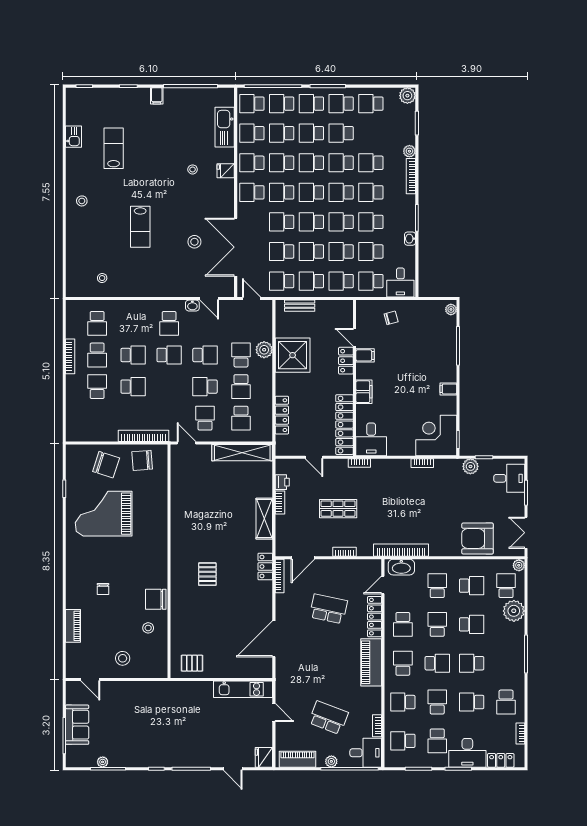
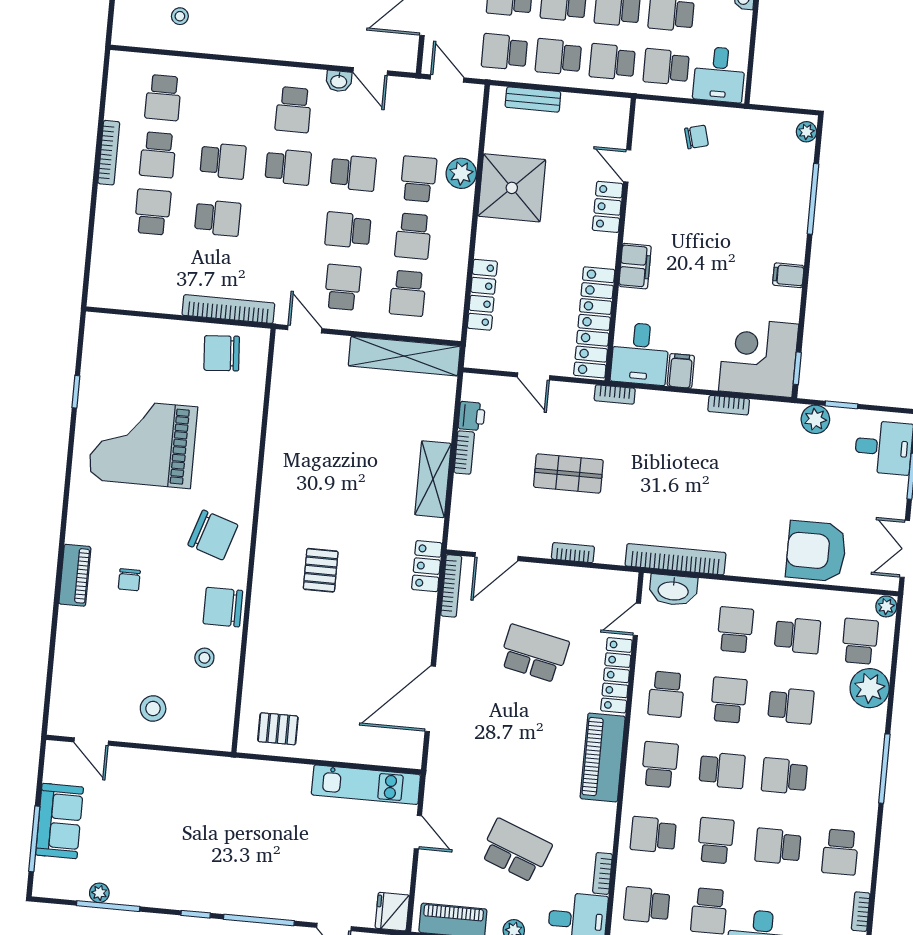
filing cabinet: (365, 355) -> (681, 371), moved, turned -90
chair: (106, 465) -> (213, 535), moved
piano: (73, 626) -> (75, 575), moved

